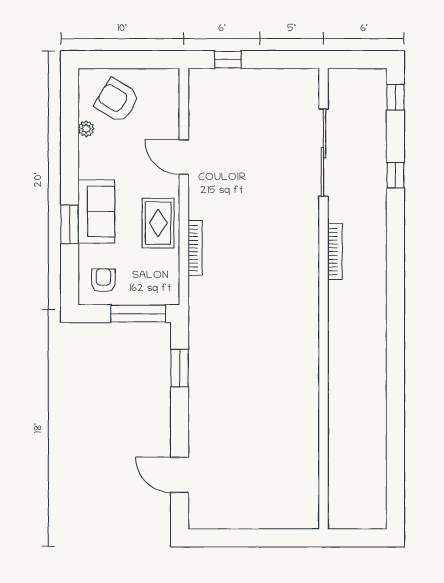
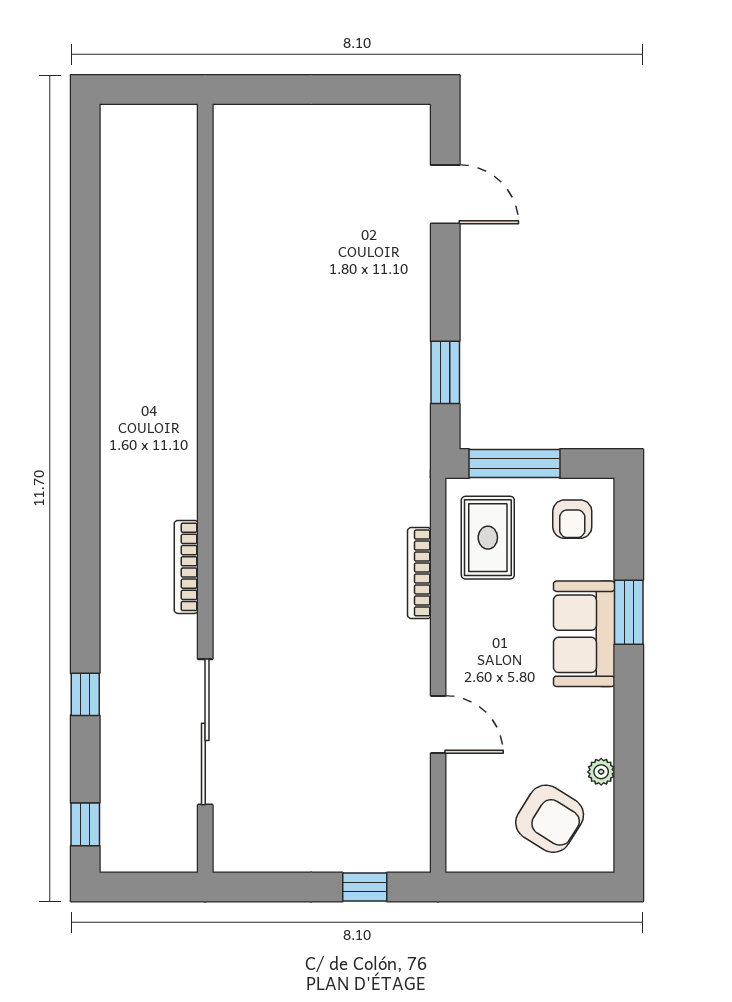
rug: (158, 223) -> (488, 538), moved

